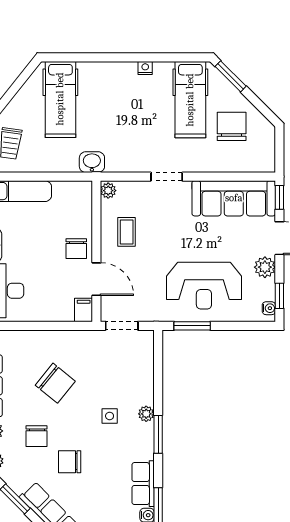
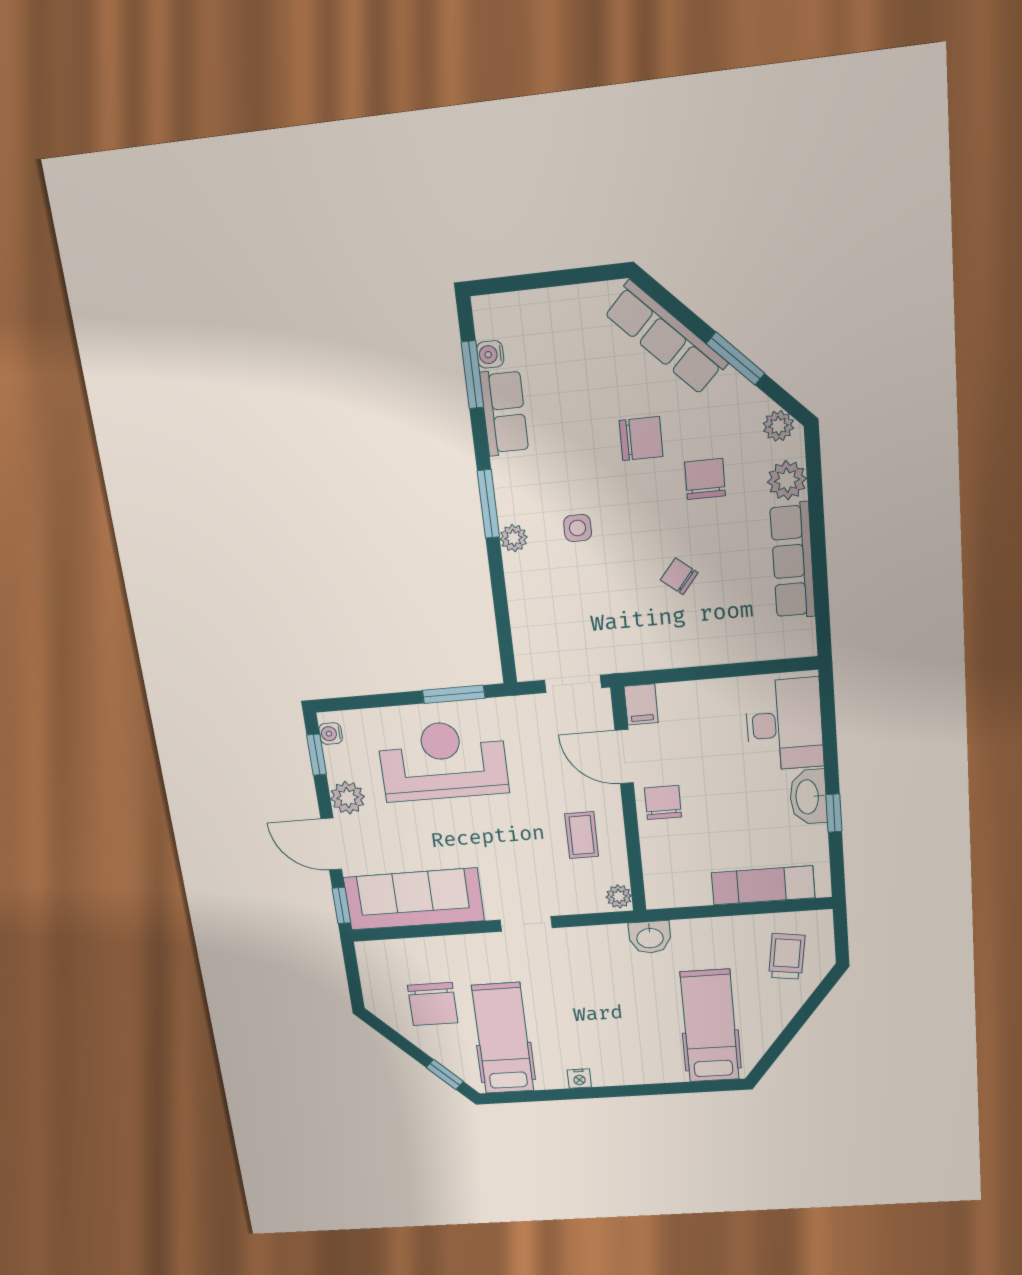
window: (231, 76) -> (445, 1074), width x0.67
chair: (55, 383) -> (679, 576), width x0.54, depth x0.54

